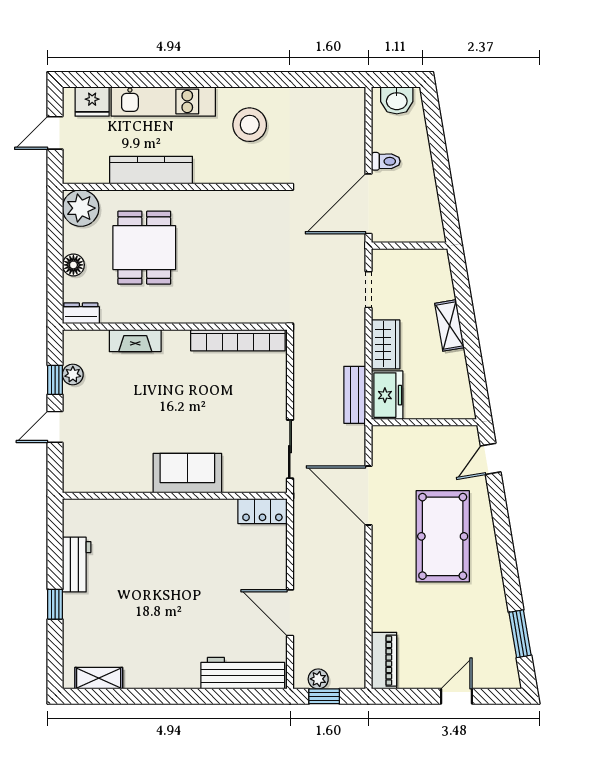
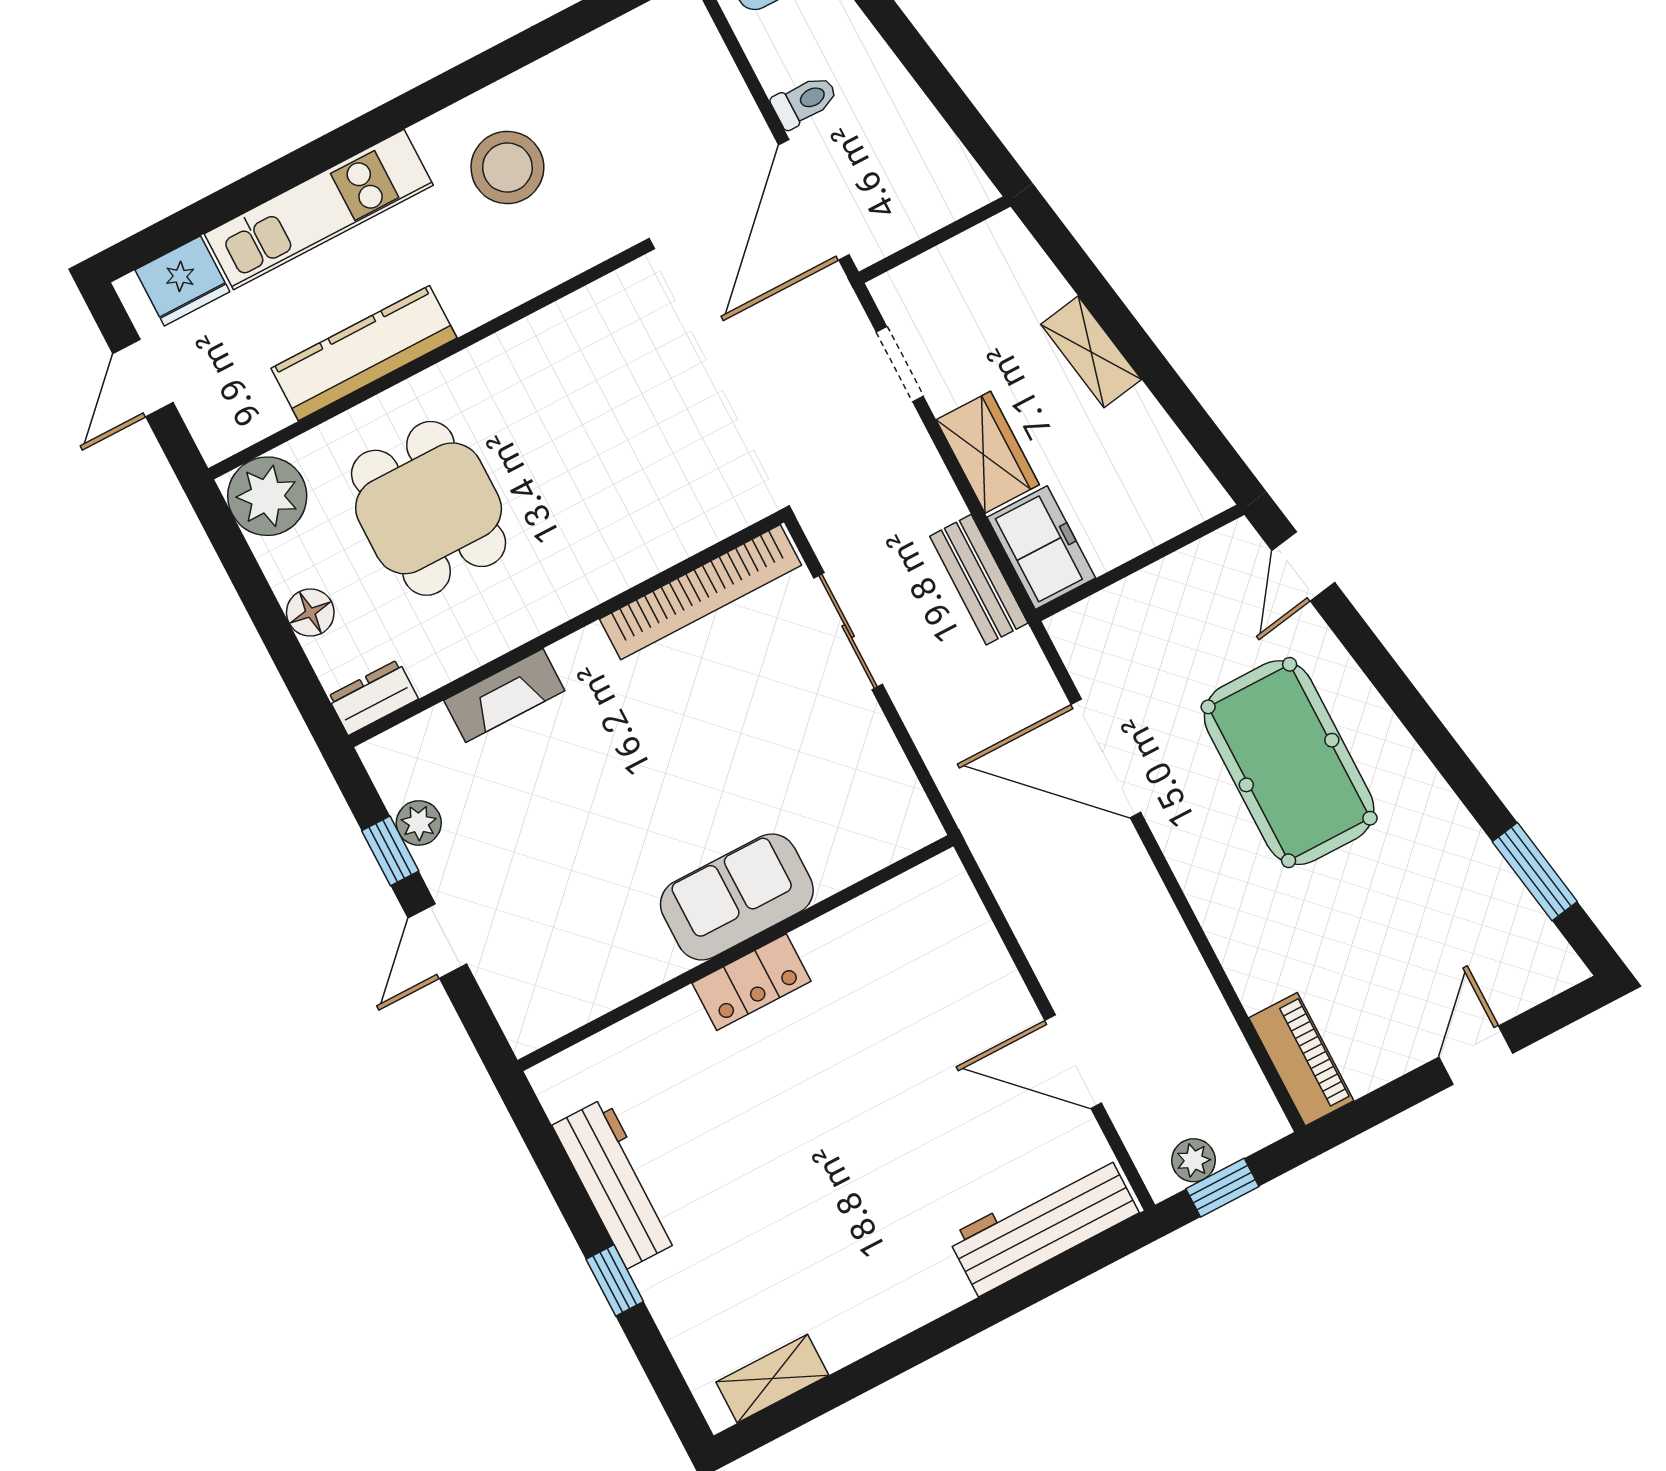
sliding door: (290, 449) -> (848, 631), moved
locker: (262, 511) -> (751, 982), moved
workbench: (77, 565) -> (616, 1183), width x1.38

